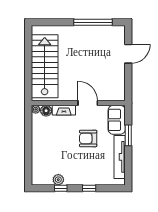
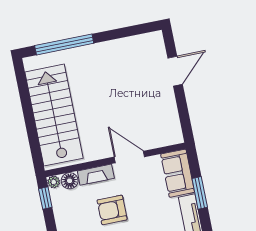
window: (93, 22) -> (64, 44), moved
window: (28, 119) -> (45, 198), added
armchair: (88, 138) -> (112, 210), moved

